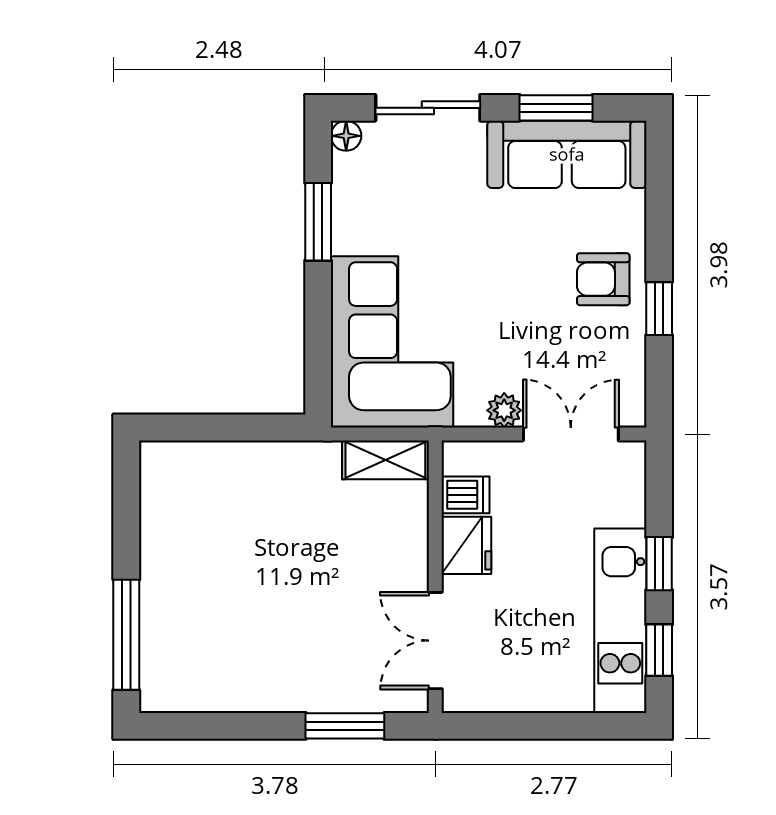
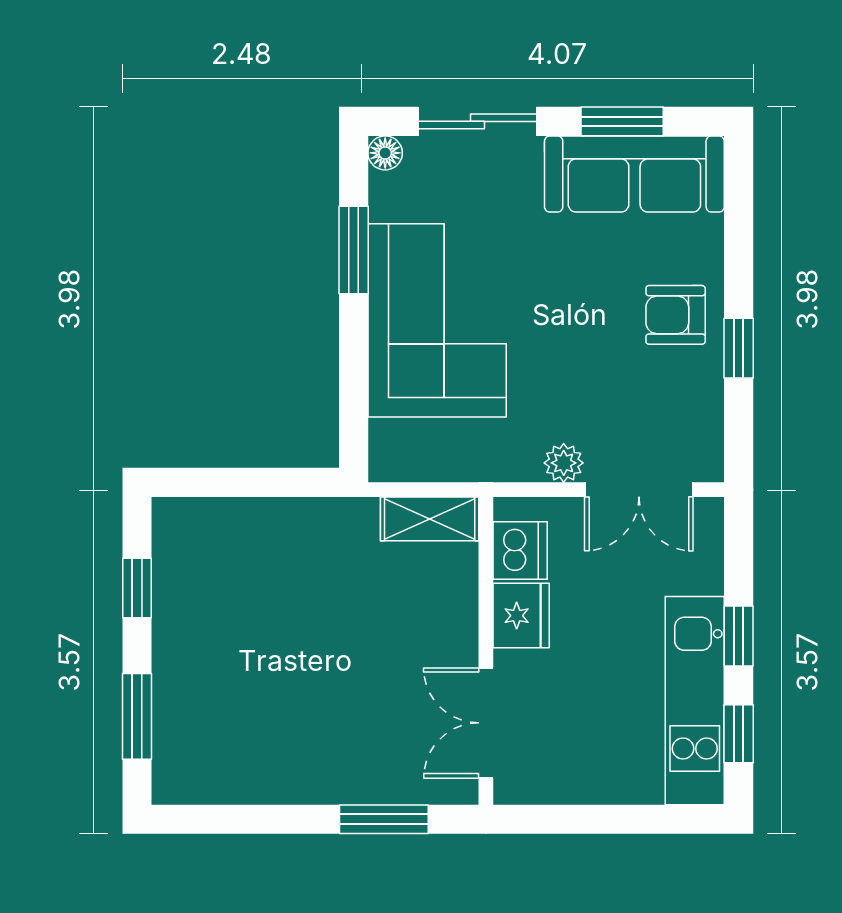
corner sofa: (392, 342) -> (437, 320), moved
double door: (571, 434) -> (639, 490), swing flipped
dishwasher: (466, 495) -> (520, 550), width x1.38
window: (126, 521) -> (137, 588), added
window: (126, 635) -> (137, 716), width x0.69

